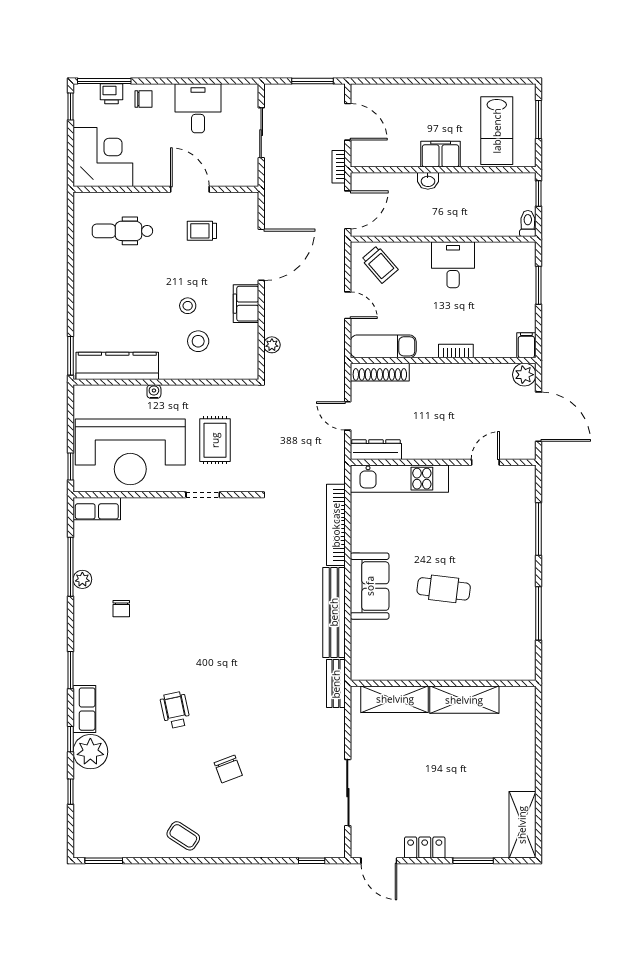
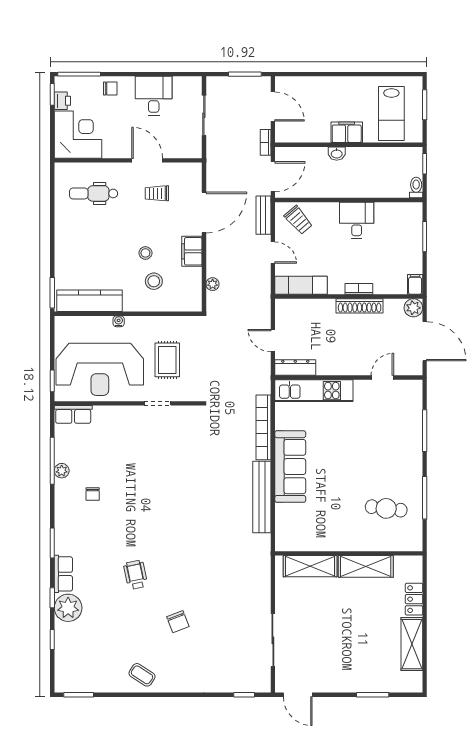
printer: (112, 94) -> (62, 101), moved, turned -90
shoe rack: (380, 372) -> (360, 306), moved
sofa: (370, 586) -> (290, 467), width x1.36
cafe table: (444, 589) -> (386, 508), moved
bench: (336, 684) -> (263, 215), moved
shelving: (522, 825) -> (412, 644), moved
locker: (425, 848) -> (414, 599), moved, turned -90

